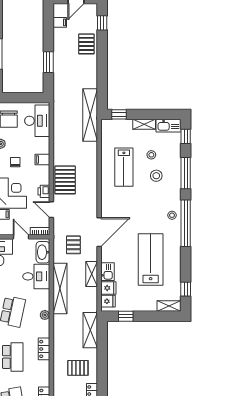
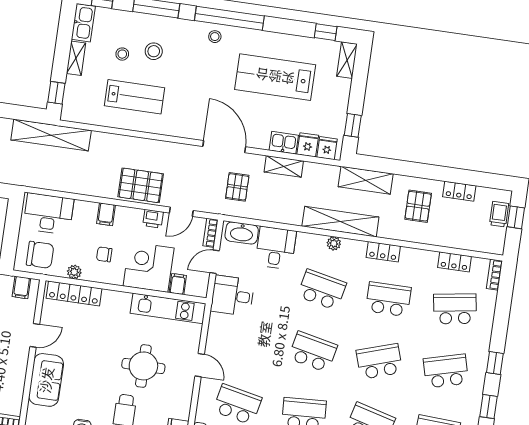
pallet: (73, 245) -> (237, 187), turned 90
shelving: (60, 288) -> (340, 222), moved

